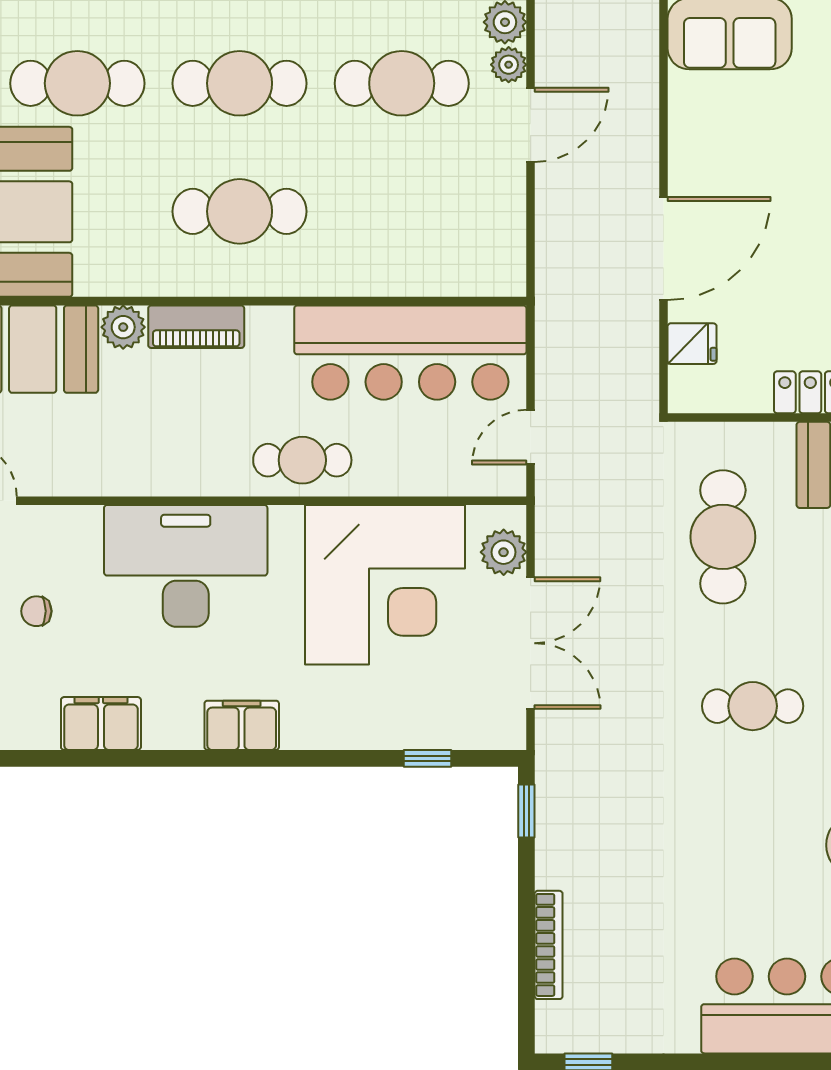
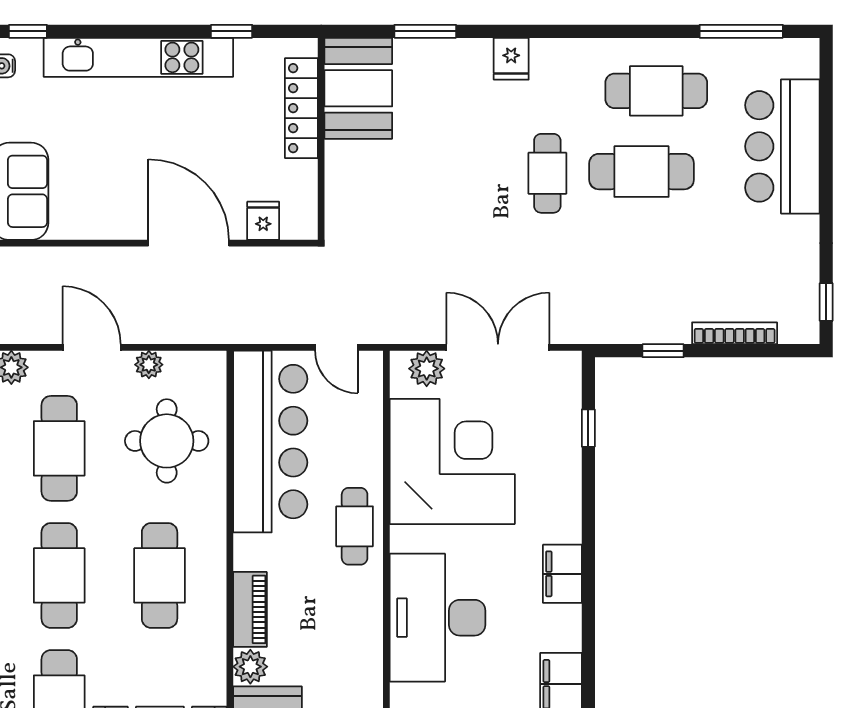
plant: (509, 65) -> (149, 365), moved
round table: (411, 220) -> (167, 441), added
cafe table: (723, 537) -> (642, 172), moved
window: (526, 811) -> (663, 351), moved

